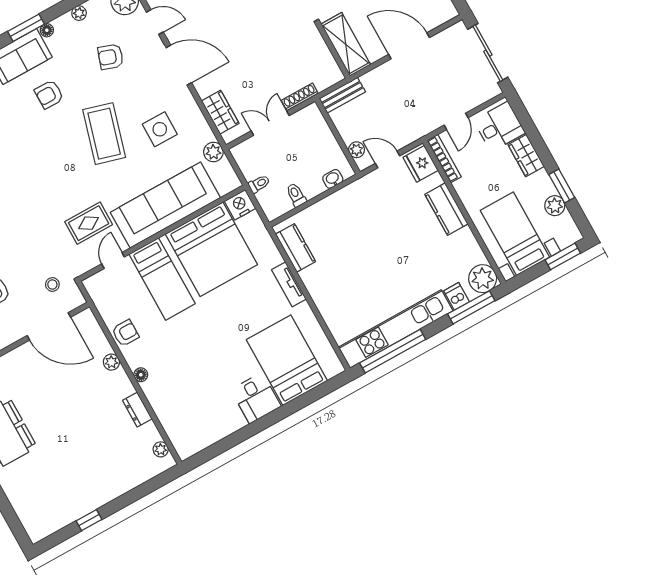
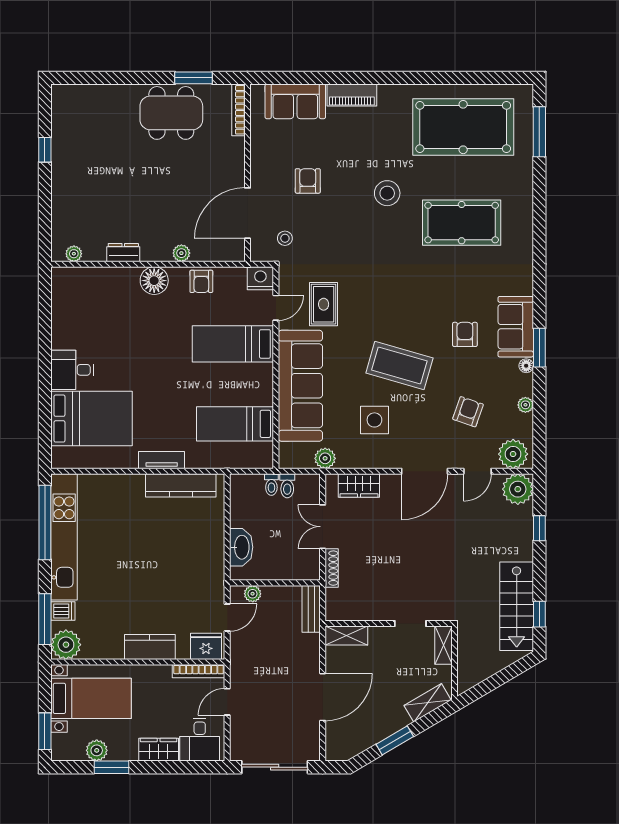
shelving: (346, 44) -> (346, 635), width x0.67, depth x0.75
door: (456, 121) -> (227, 702), hinge flipped
double door: (270, 123) -> (323, 527), swing flipped
washbasin: (333, 179) -> (241, 547), width x1.91, depth x1.45
toilet: (296, 195) -> (287, 486), moved, turned 90
nightstand: (240, 205) -> (260, 278), moved, turned -90
kitchen counter: (296, 248) -> (181, 485), width x1.50
bed: (211, 249) -> (235, 424), width x0.49
door: (113, 260) -> (276, 308), hinge flipped
floor lamp: (141, 375) -> (154, 281), width x1.89, depth x1.89

